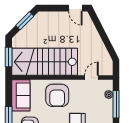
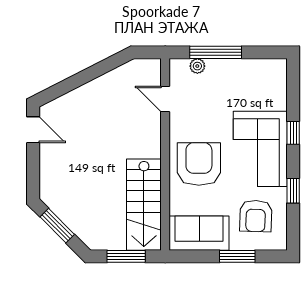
door: (75, 8) -> (33, 130), hinge flipped
stairs: (45, 62) -> (144, 205), width x0.73, depth x0.66
armchair: (57, 95) -> (199, 164), turned -90

